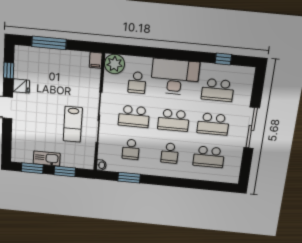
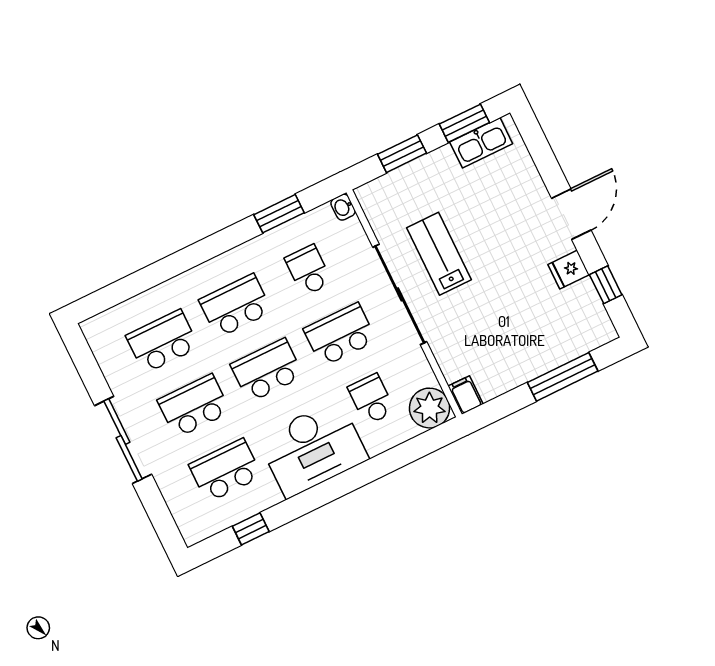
school desk: (170, 153) -> (235, 306), width x1.85
kitchen sink: (47, 159) -> (481, 143), moved

